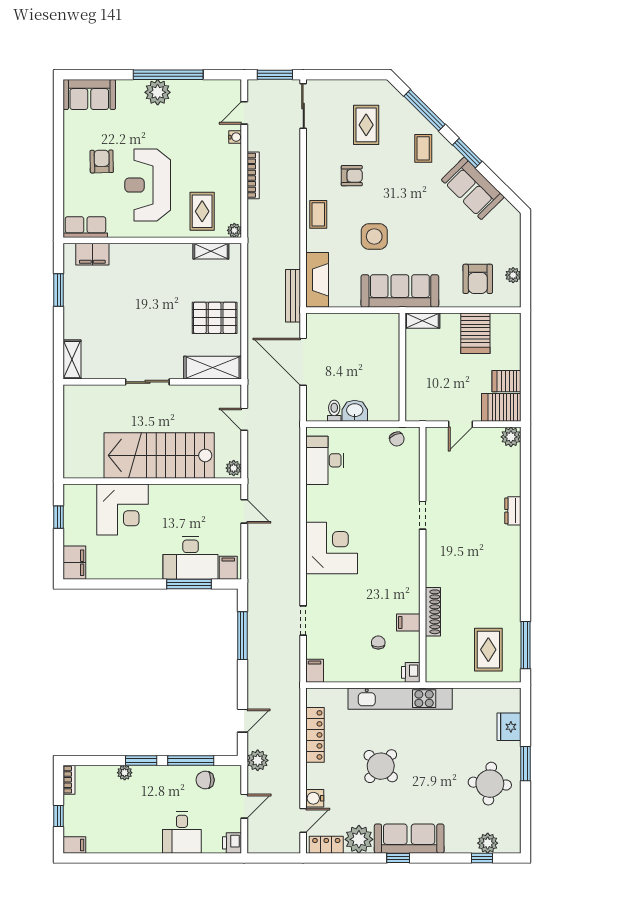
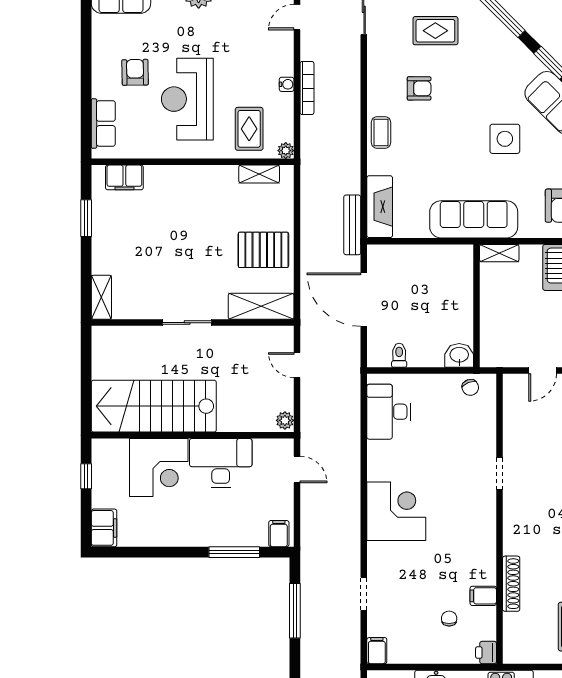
rug: (366, 125) -> (435, 31), turned 90
water cooler: (235, 137) -> (287, 84), moved
coffee table: (423, 148) -> (500, 57), removed
row of seats: (85, 227) -> (103, 123), moved, turned 90
side table: (374, 236) -> (505, 139), moved
washbasin: (355, 411) -> (459, 355), moved
stairs: (159, 455) -> (154, 406), moved
desk: (191, 558) -> (221, 463), moved, turned 180

